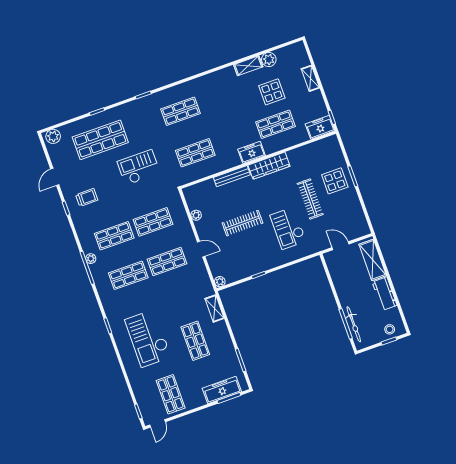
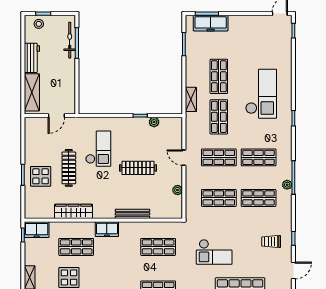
wardrobe: (269, 166) -> (74, 211), moved
door: (340, 246) -> (56, 116), hinge flipped
plant: (220, 282) -> (154, 122), moved
shop shelf: (171, 394) -> (219, 117), moved

